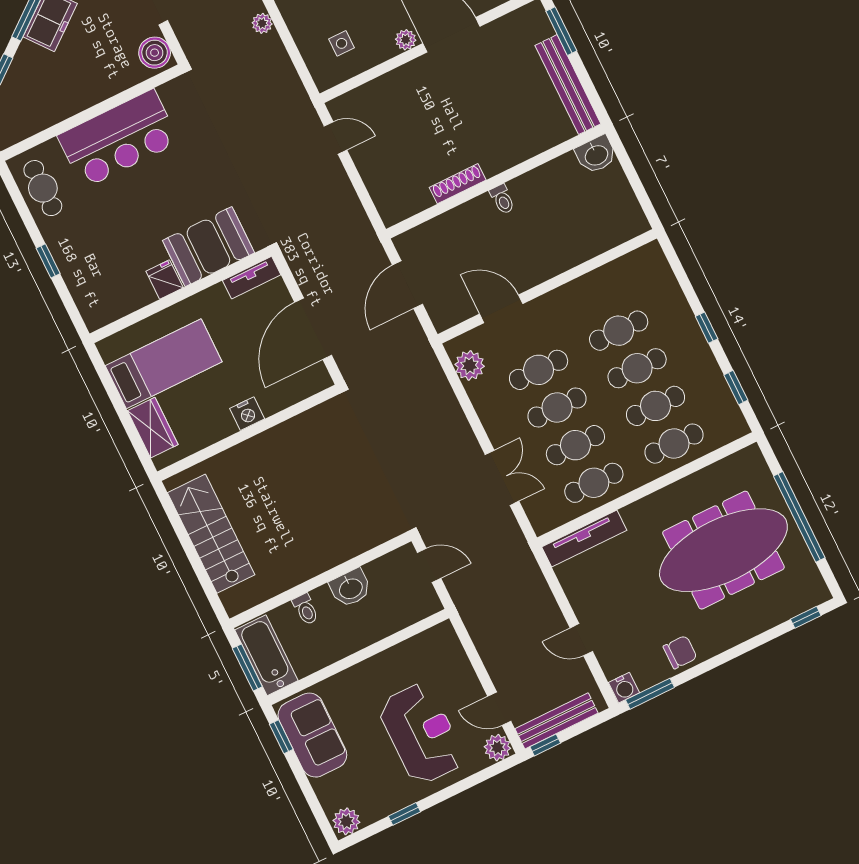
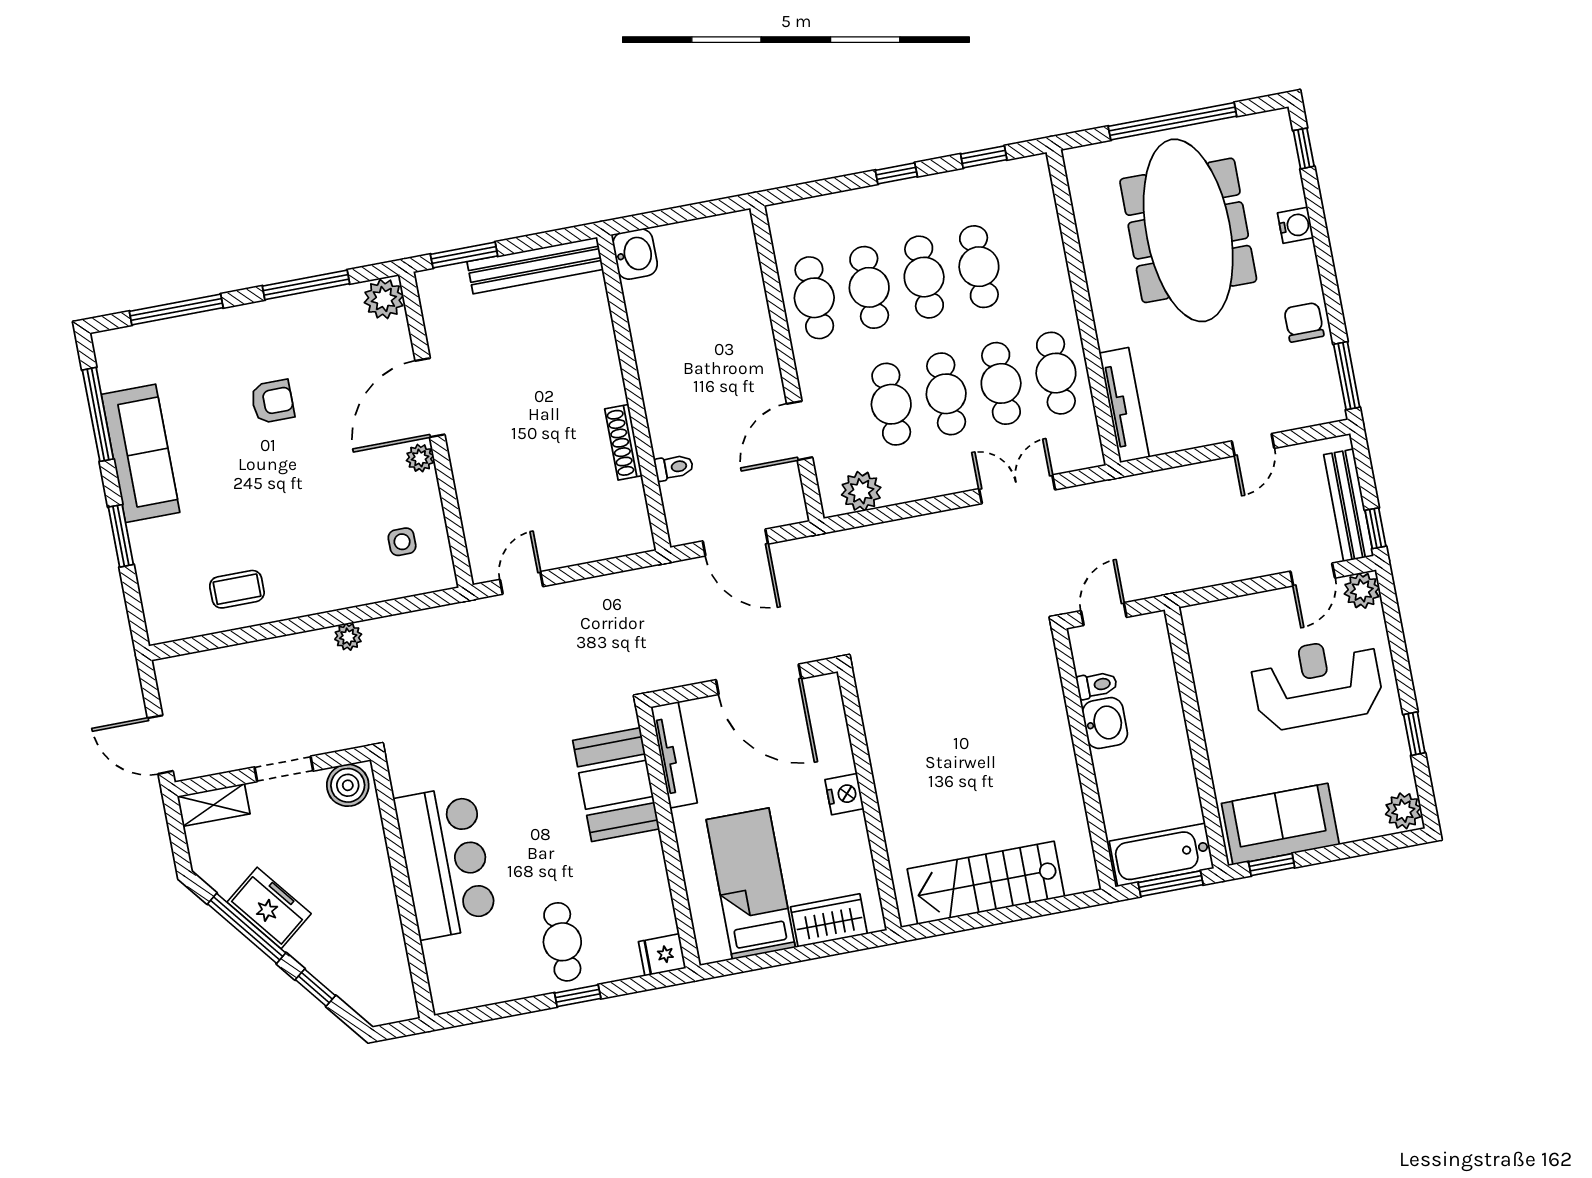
cafe table: (43, 188) -> (562, 942), moved, turned 90
toilet: (502, 199) -> (674, 467), moved
tv unit: (252, 278) -> (674, 755), width x1.41
fridge: (165, 280) -> (662, 955), moved
cafe table: (674, 444) -> (814, 298), moved
toilet: (306, 609) -> (1097, 685), moved
water cooler: (624, 688) -> (1295, 225), moved

